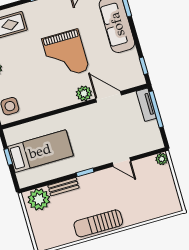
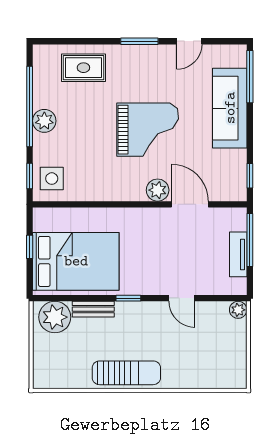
grand piano: (65, 54) -> (148, 130), turned -90
tv unit: (146, 105) -> (238, 254), moved
bed: (40, 151) -> (76, 261), width x1.50
sun lounger: (98, 223) -> (126, 373), turned 180

